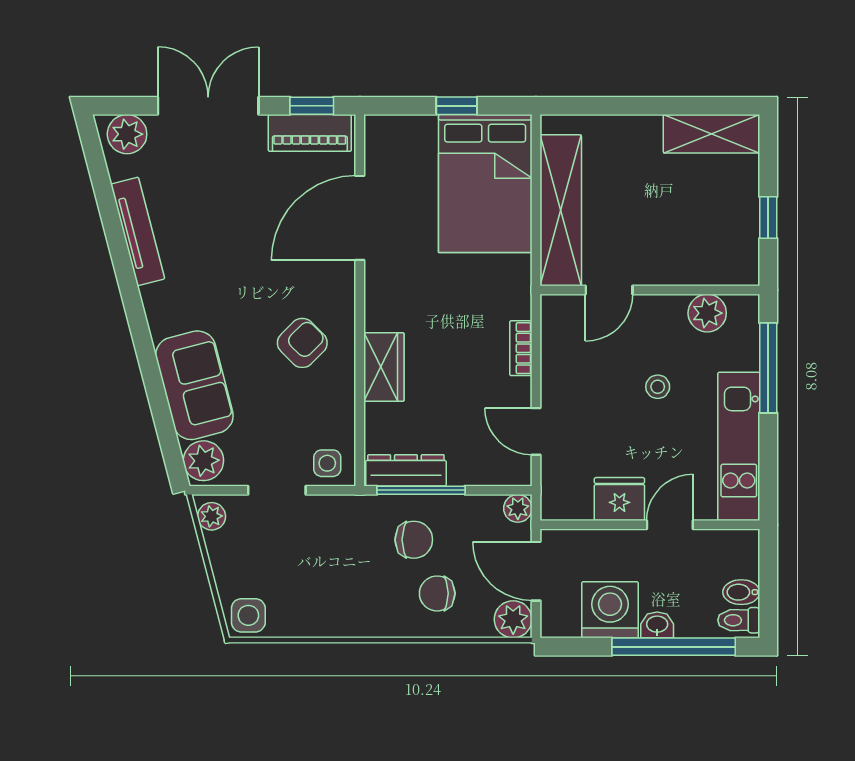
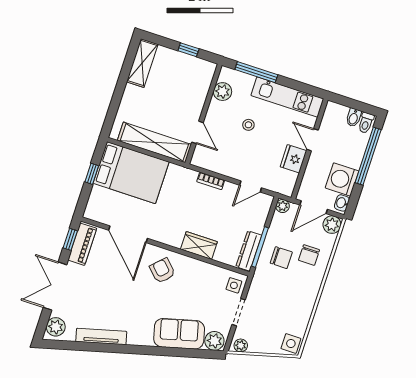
armchair: (302, 343) -> (162, 271), moved
chair: (414, 540) -> (281, 258), turned 90
washbasin: (657, 625) -> (342, 203), moved

